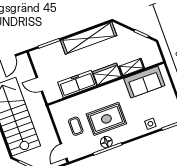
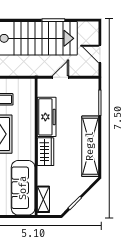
shelving: (131, 67) -> (43, 199), moved
sofa: (144, 82) -> (23, 188), width x1.36

